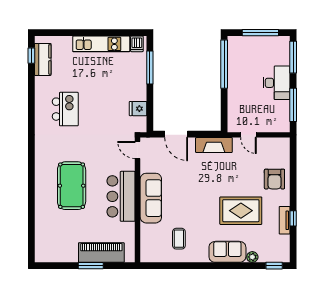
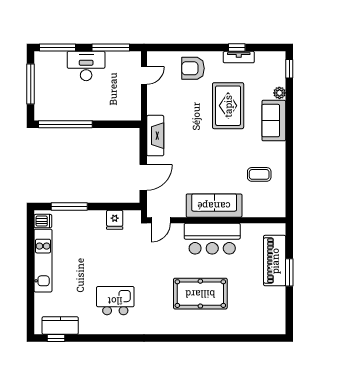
door: (248, 135) -> (144, 75), moved
armchair: (274, 179) -> (193, 68), turned 180

